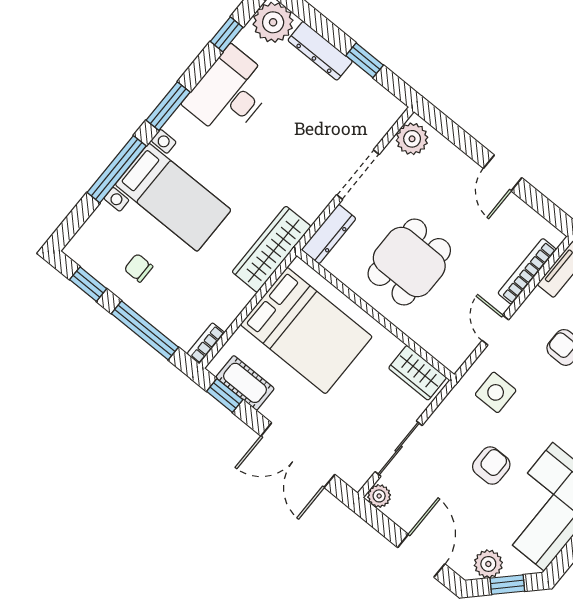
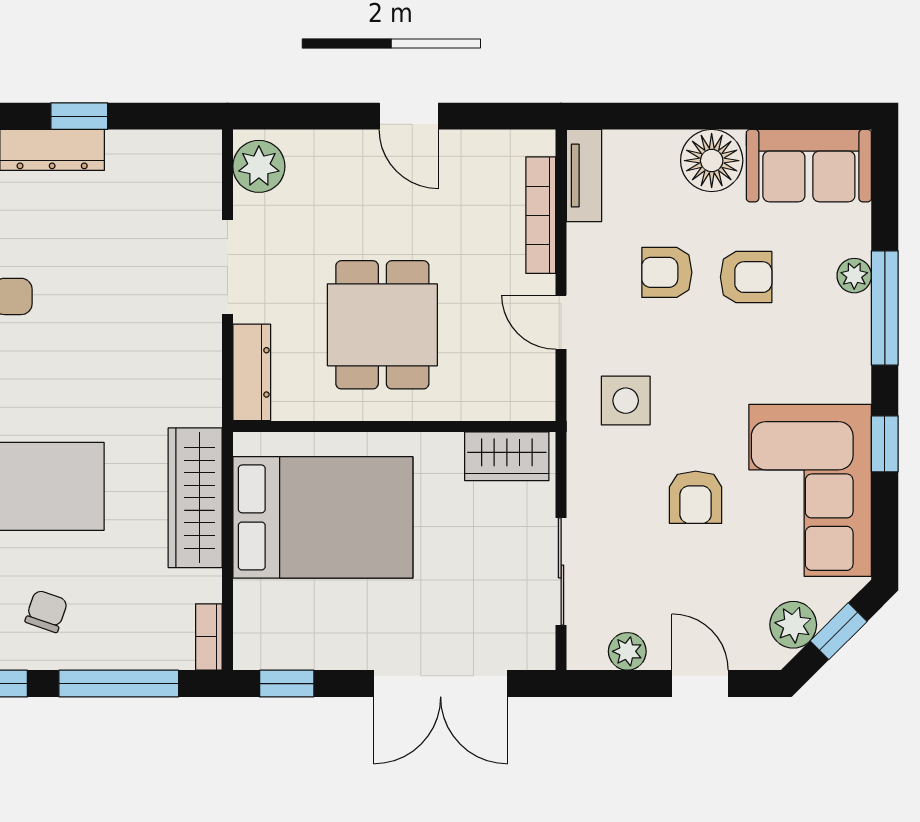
window: (365, 60) -> (79, 116), moved
wardrobe: (272, 249) -> (195, 498), moved
chair: (138, 268) -> (46, 611), turned 109
cot: (245, 383) -> (299, 647), removed
armchair: (491, 466) -> (696, 497), turned 180
plant: (379, 496) -> (627, 651), moved
door: (421, 556) -> (700, 684), width x0.73

